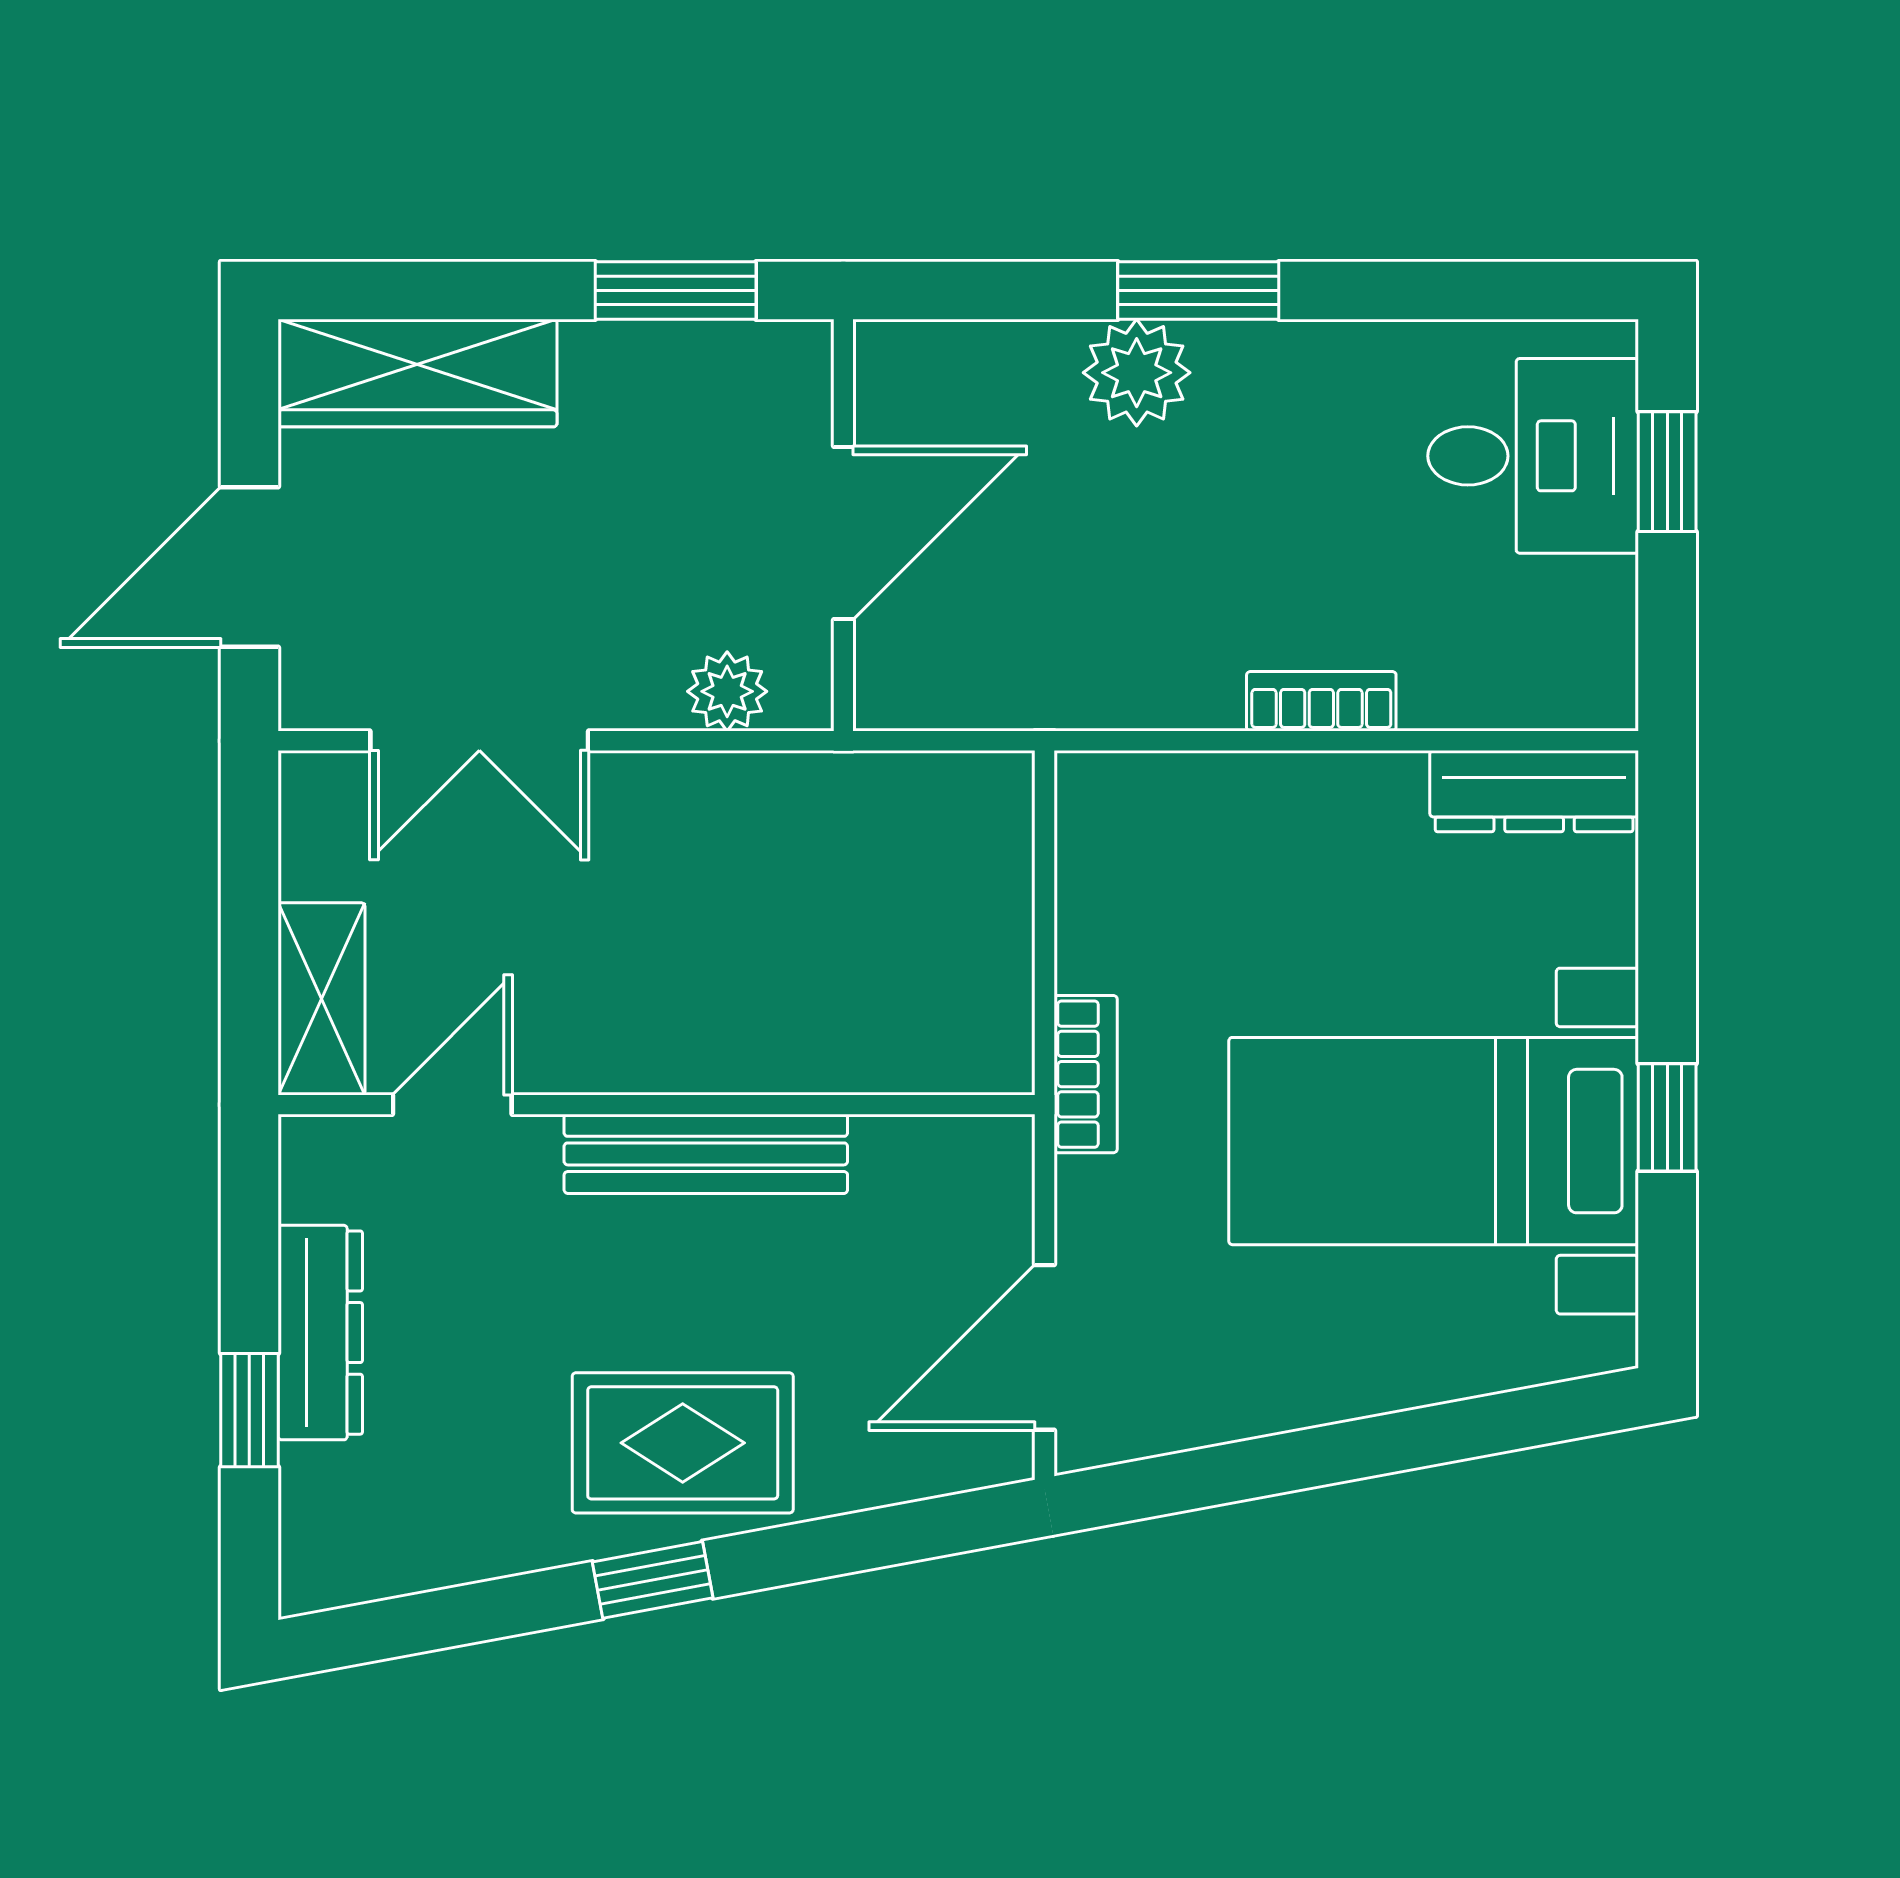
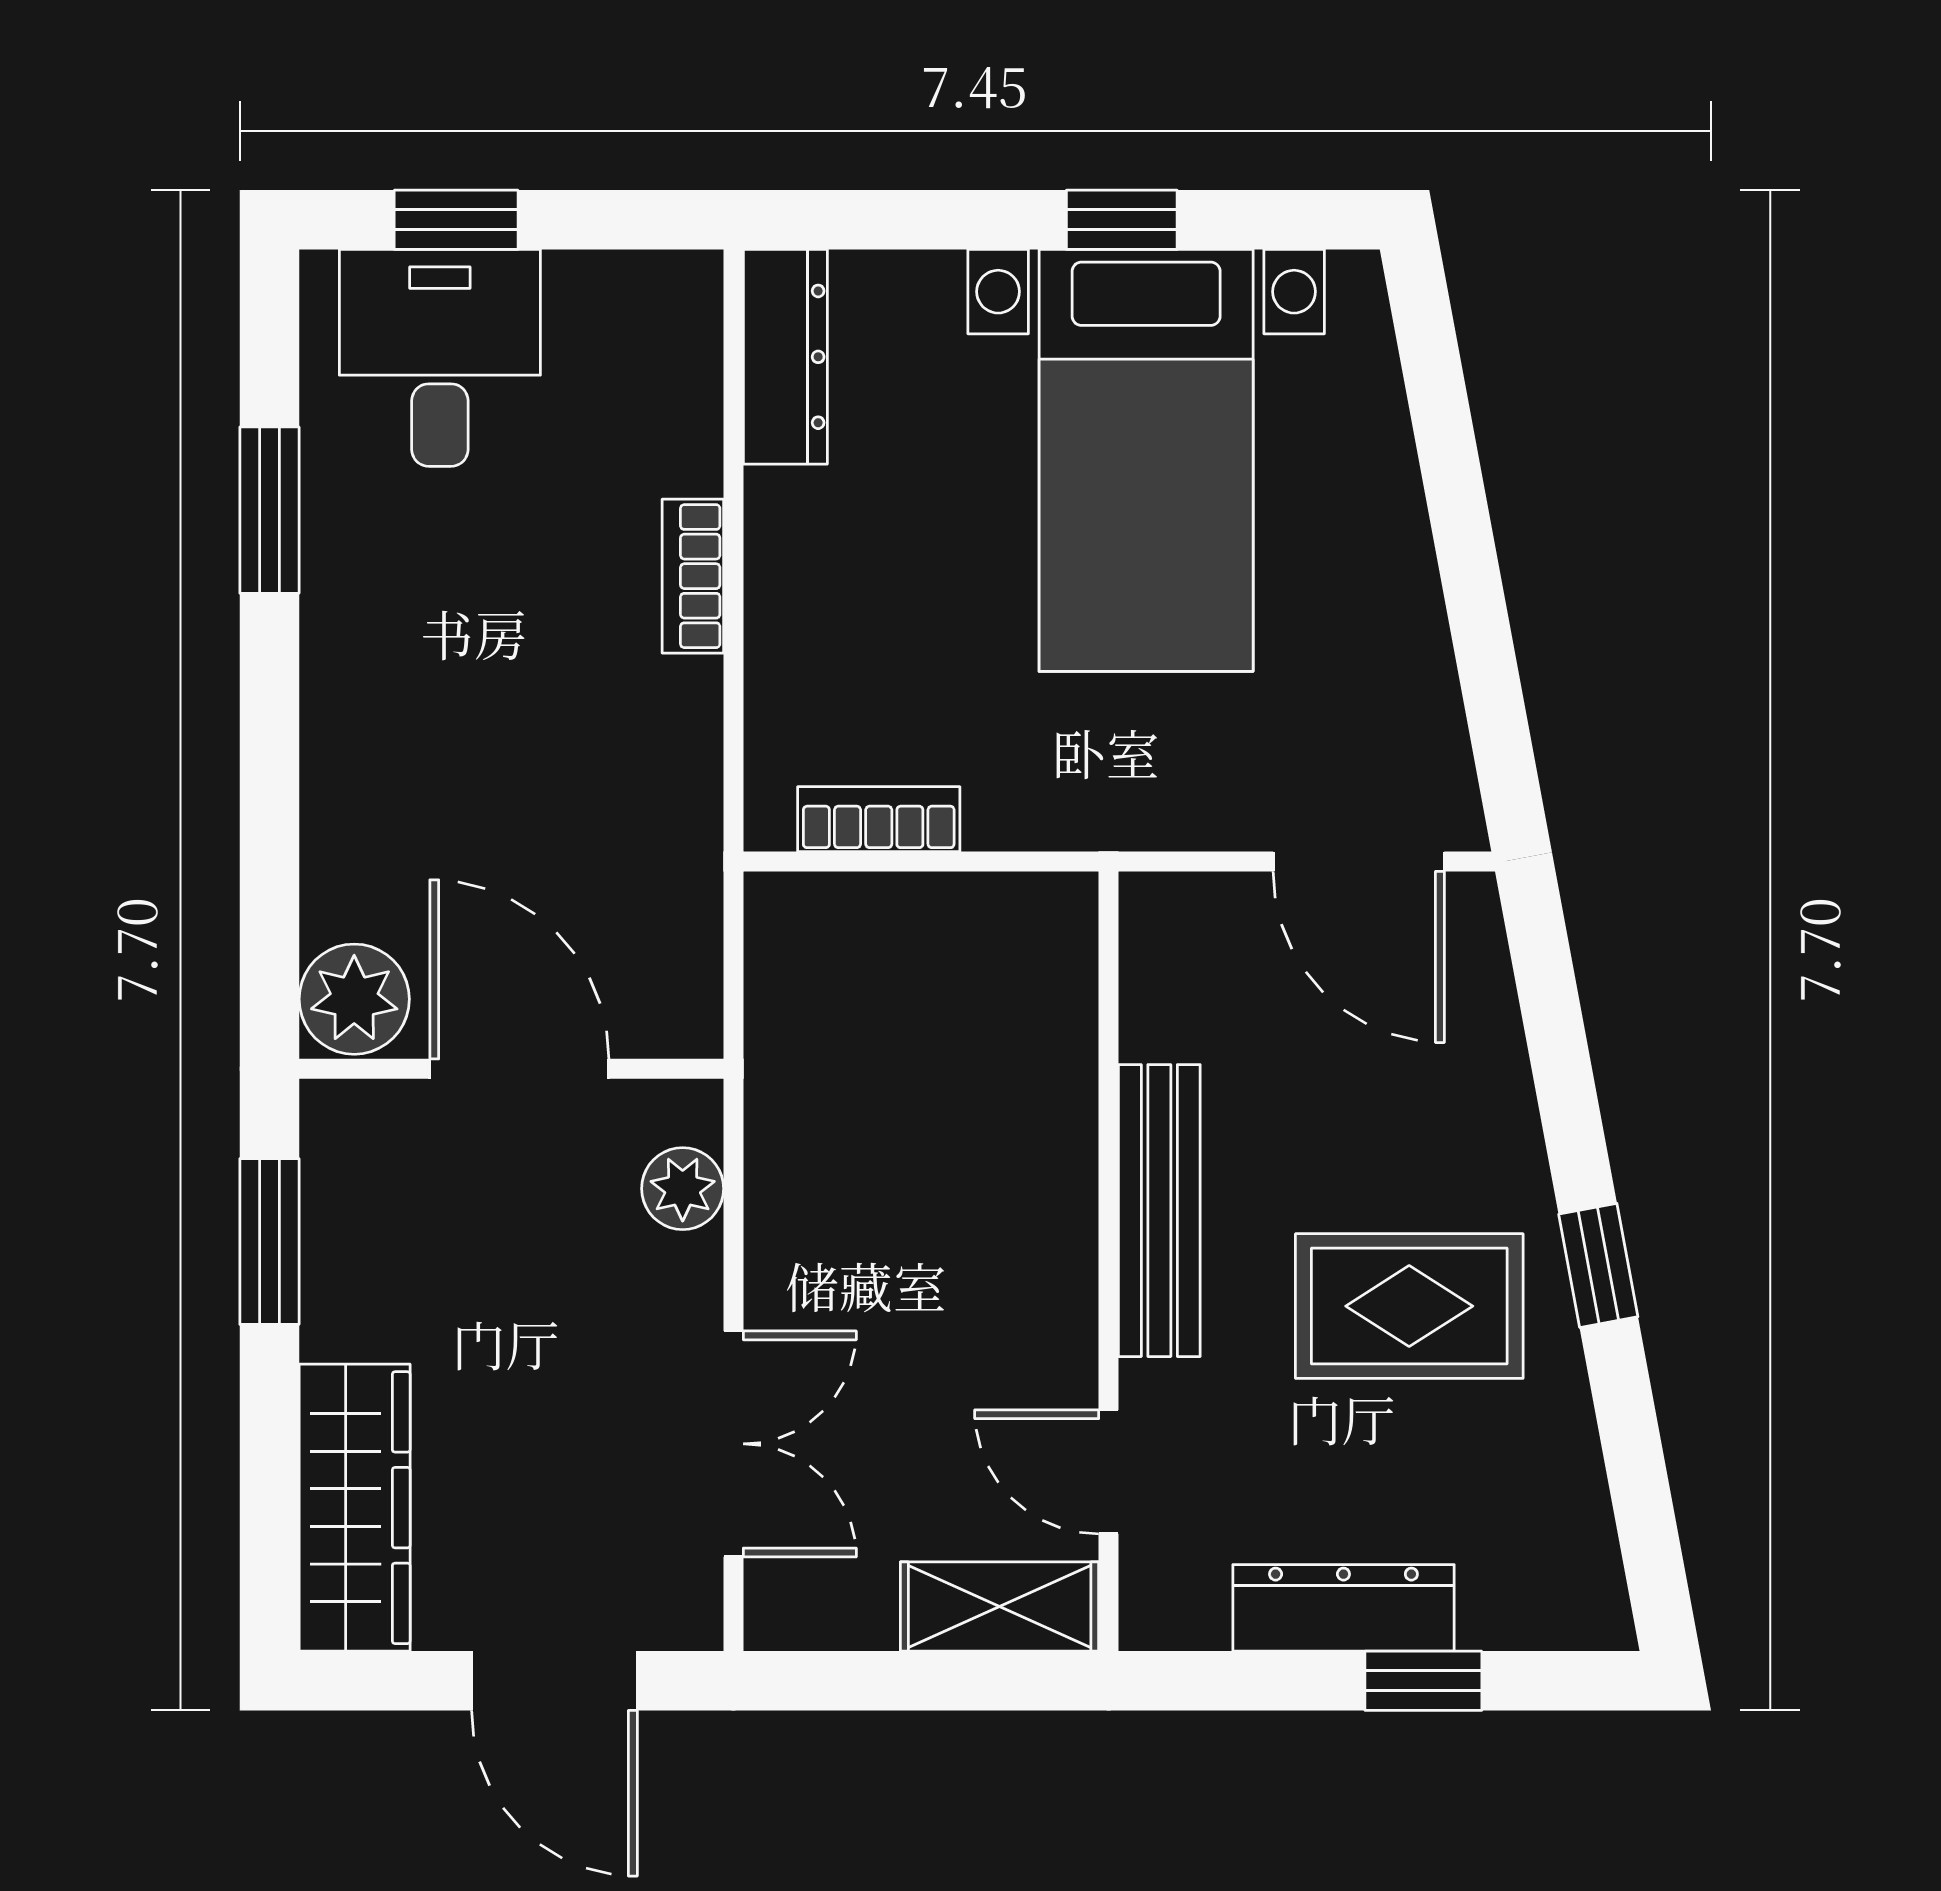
window: (1198, 291) -> (269, 510), moved
plant: (1137, 373) -> (354, 999), moved
bookcase: (1086, 1074) -> (879, 819), moved
rug: (683, 1443) -> (1409, 1306), moved, turned 90

